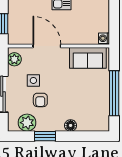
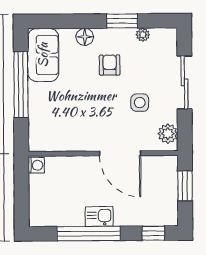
sofa: (88, 58) -> (43, 55), moved, turned 90
armchair: (40, 100) -> (110, 65), moved
plant: (27, 123) -> (143, 35), width x0.53, depth x0.53

